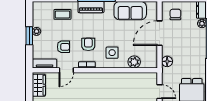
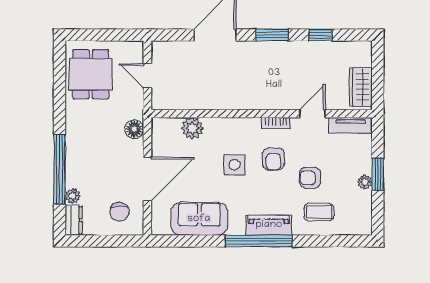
armchair: (63, 47) -> (310, 178), moved
side table: (112, 53) -> (234, 165), moved

